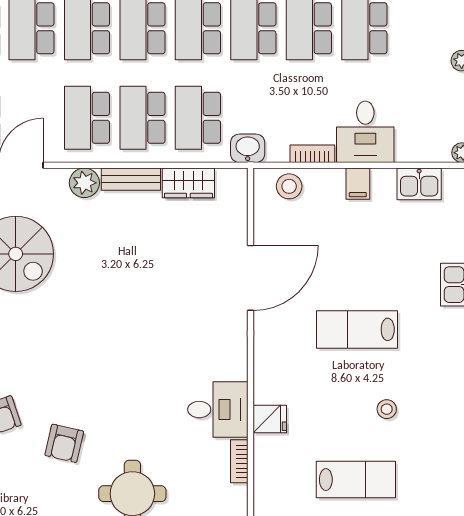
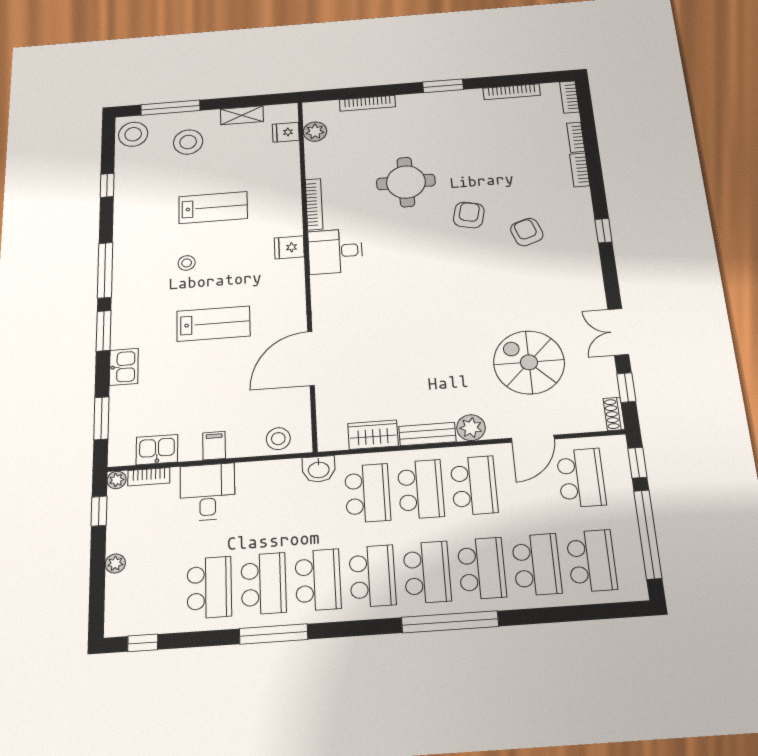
bookcase: (312, 154) -> (149, 477), moved
bookcase: (239, 461) -> (314, 204), width x1.56
lab bench: (356, 480) -> (213, 208), turned 180

